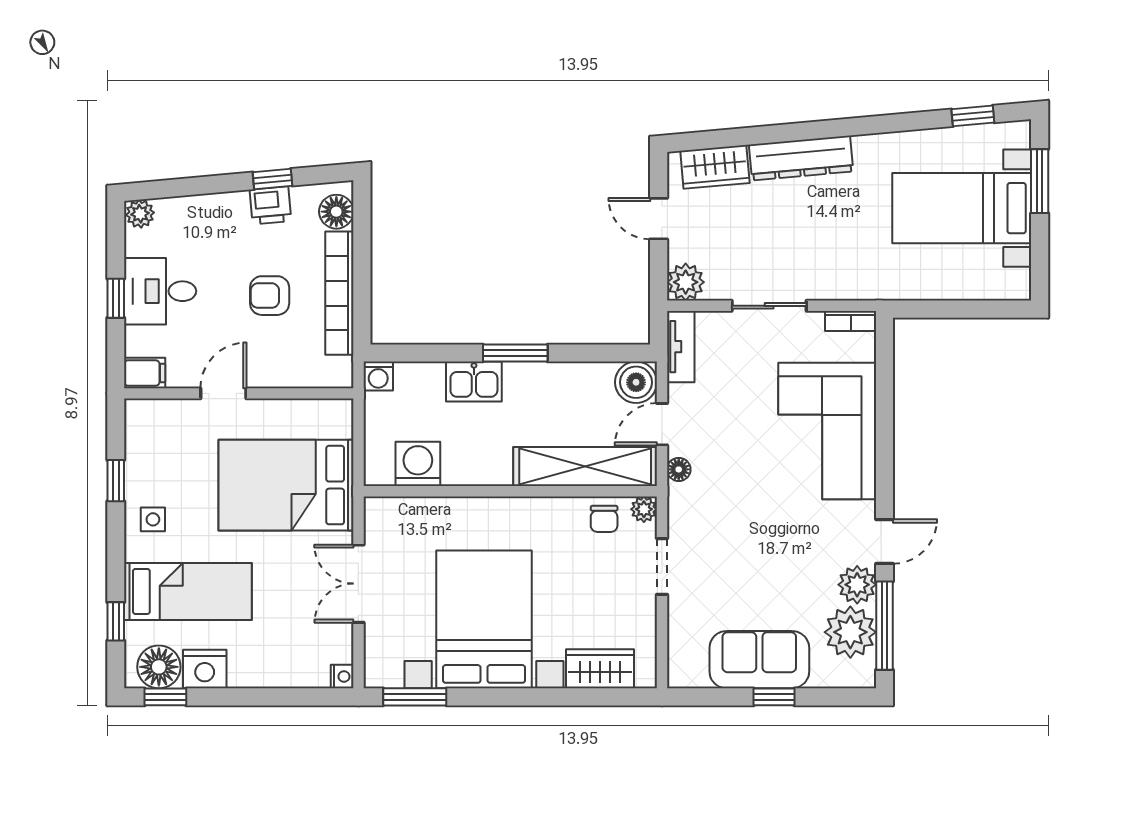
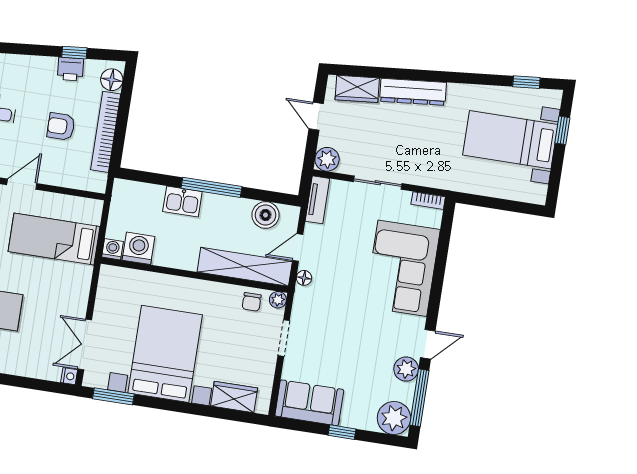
window: (1040, 181) -> (562, 130), width x0.67
window: (515, 353) -> (212, 187), width x1.44
washing machine: (378, 376) -> (113, 249), moved, turned 180
boiler: (636, 382) -> (265, 215), moved
bed: (286, 485) -> (54, 239), width x0.67
double door: (358, 584) -> (85, 345), moved
plant: (850, 632) -> (394, 418), moved
sofa: (759, 660) -> (309, 403), moved

